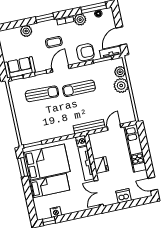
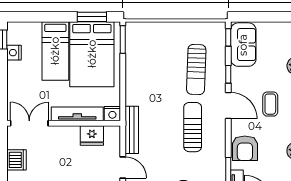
fridge: (101, 165) -> (92, 135), moved

